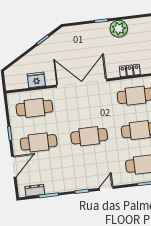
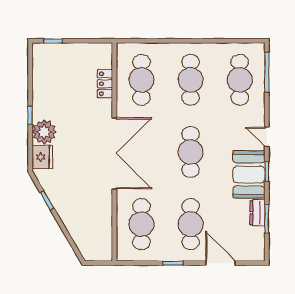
plant: (119, 29) -> (44, 132), moved
fridge: (36, 80) -> (42, 157), moved, turned 180
double door: (82, 83) -> (114, 153), swing flipped
booth: (78, 179) -> (249, 174), added
dresser: (35, 190) -> (257, 213), moved

